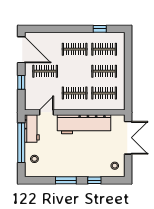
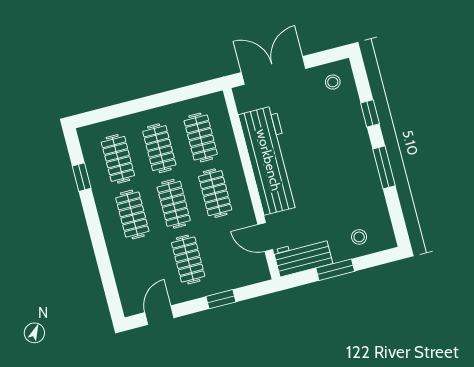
door: (21, 50) -> (159, 315), width x0.53
clothes rail: (75, 71) -> (174, 204), added
window: (21, 143) -> (335, 270), width x0.47

